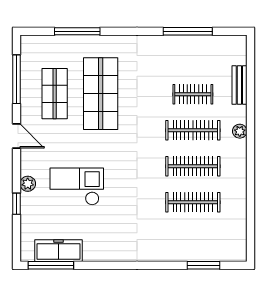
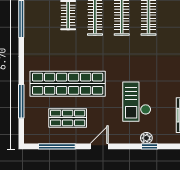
shop shelf: (101, 94) -> (68, 84), width x1.40
plant: (28, 184) -> (146, 138), moved

